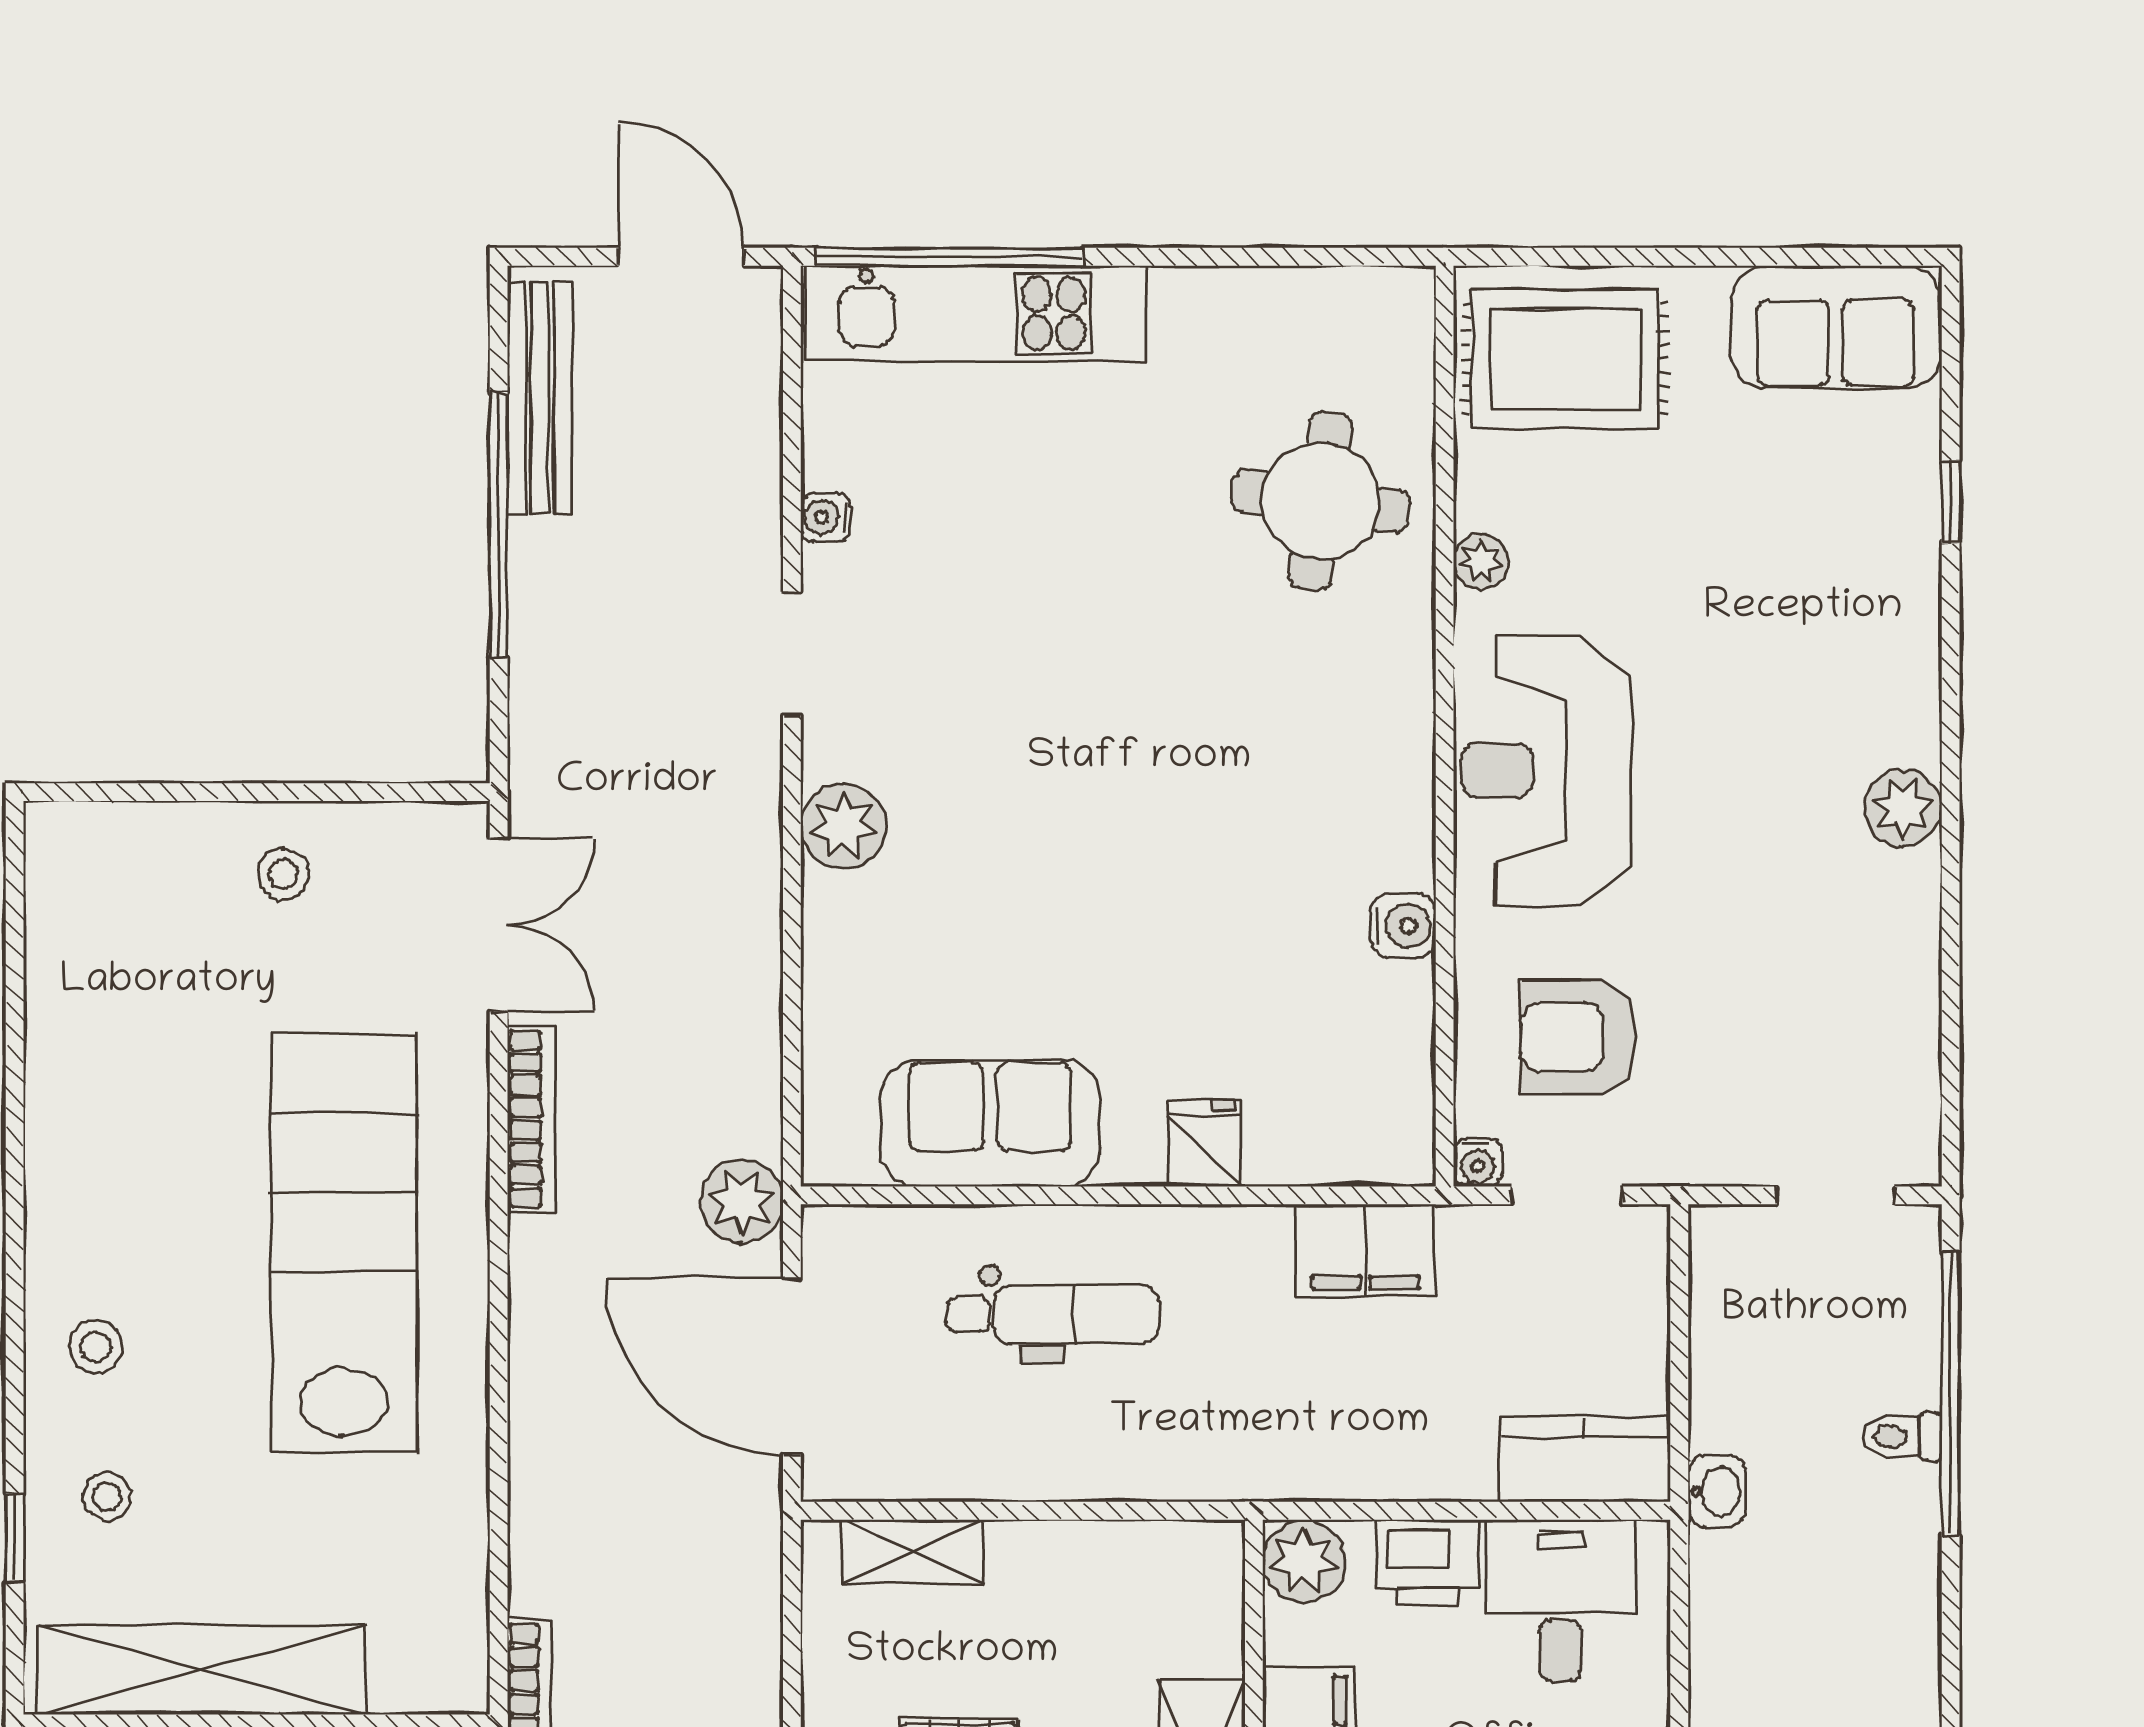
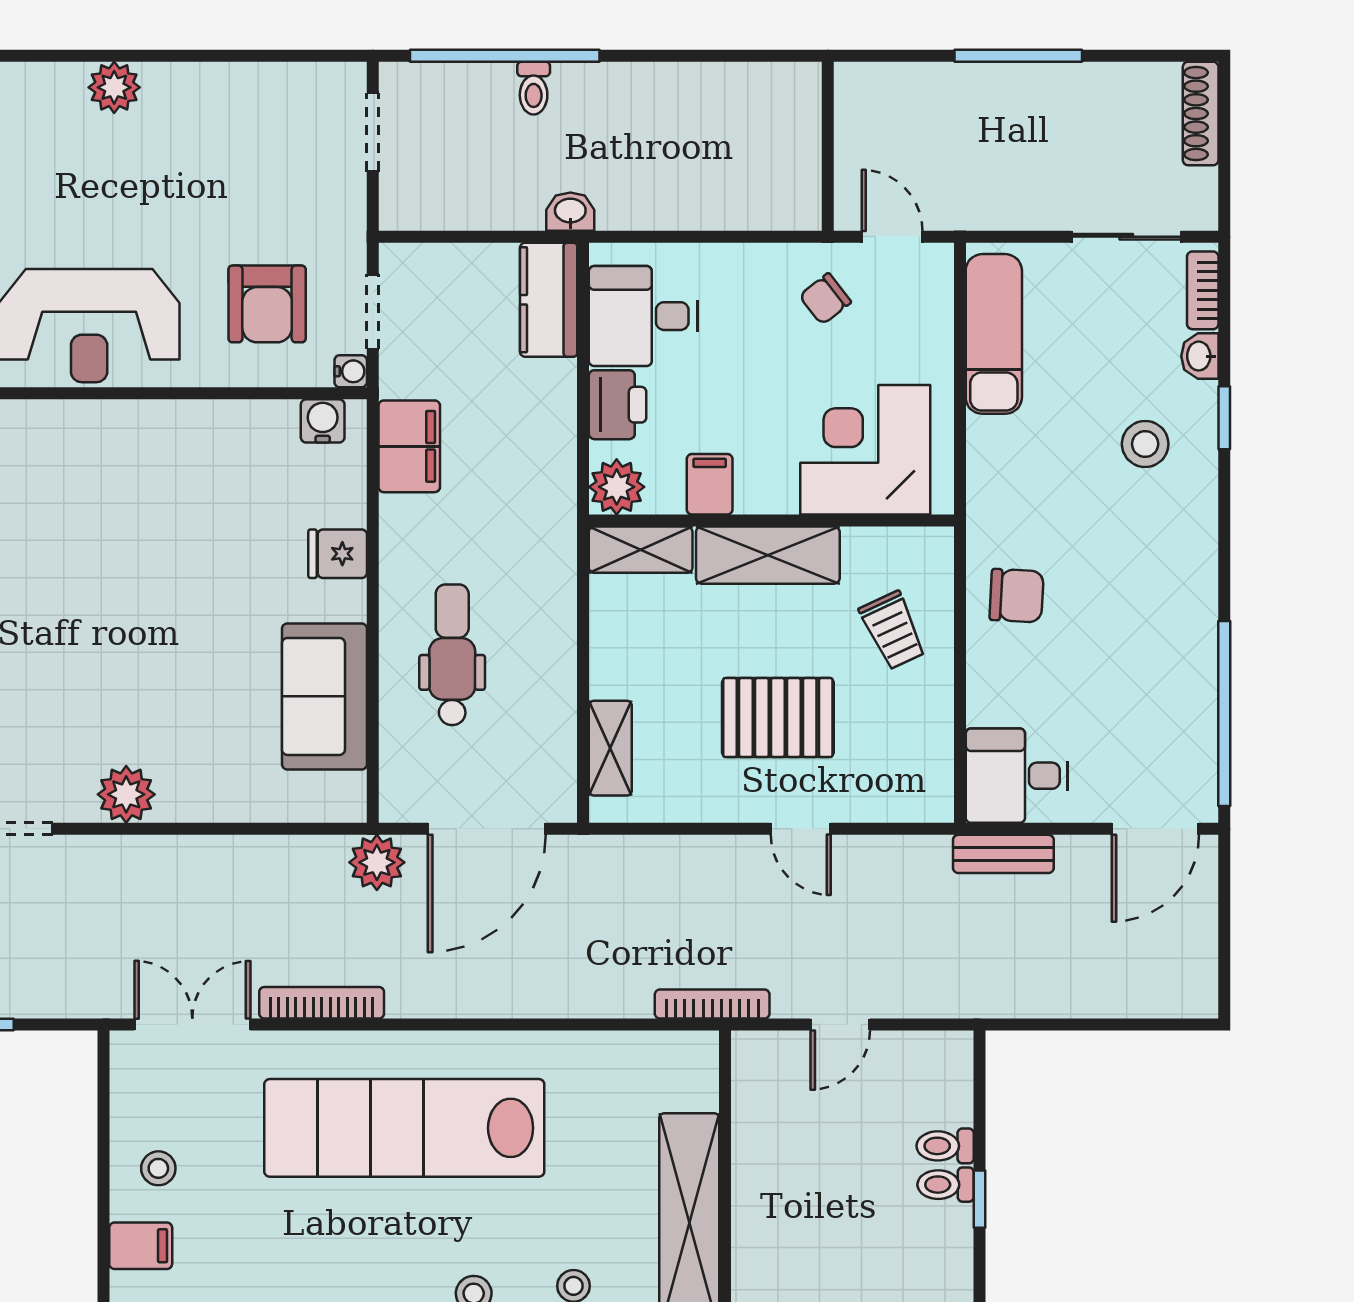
filing cabinet: (167, 848) -> (141, 1246), added
water cooler: (1403, 926) -> (323, 421), moved
shelving: (1210, 1597) -> (641, 550), added

